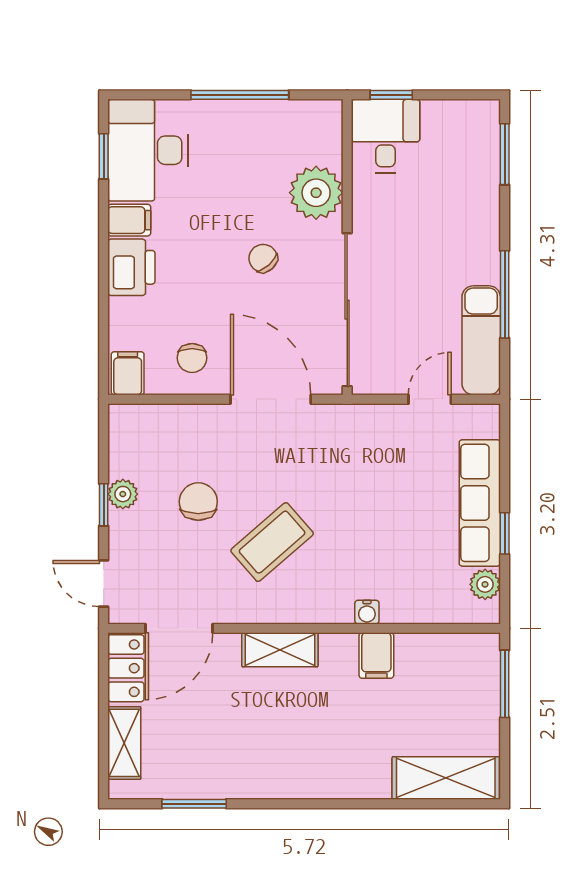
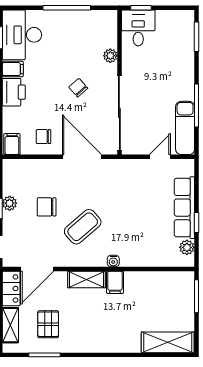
plant: (316, 193) -> (110, 56), width x0.53, depth x0.53
chair: (192, 358) -> (43, 137), turned 90
chair: (198, 502) -> (47, 207), turned -90
water cooler: (367, 612) -> (113, 261), moved
filing cabinet: (376, 656) -> (115, 282), moved
pallet: (202, 741) -> (48, 324), added

